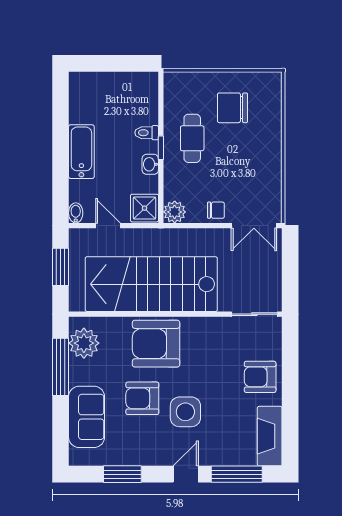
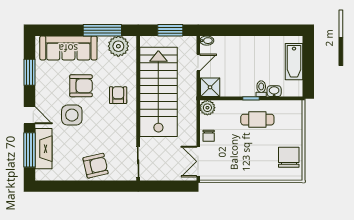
chair: (233, 108) -> (289, 157), moved
bathtub: (81, 152) -> (294, 62), moved, turned 90
washbasin: (150, 164) -> (274, 91), moved
armchair: (156, 344) -> (118, 95), width x0.53, depth x0.53
armchair: (260, 377) -> (96, 166), turned 77
armchair: (142, 398) -> (81, 86), turned 90
sofa: (87, 417) -> (68, 48), width x1.36
fireplace: (270, 436) -> (43, 149), moved, turned 90

